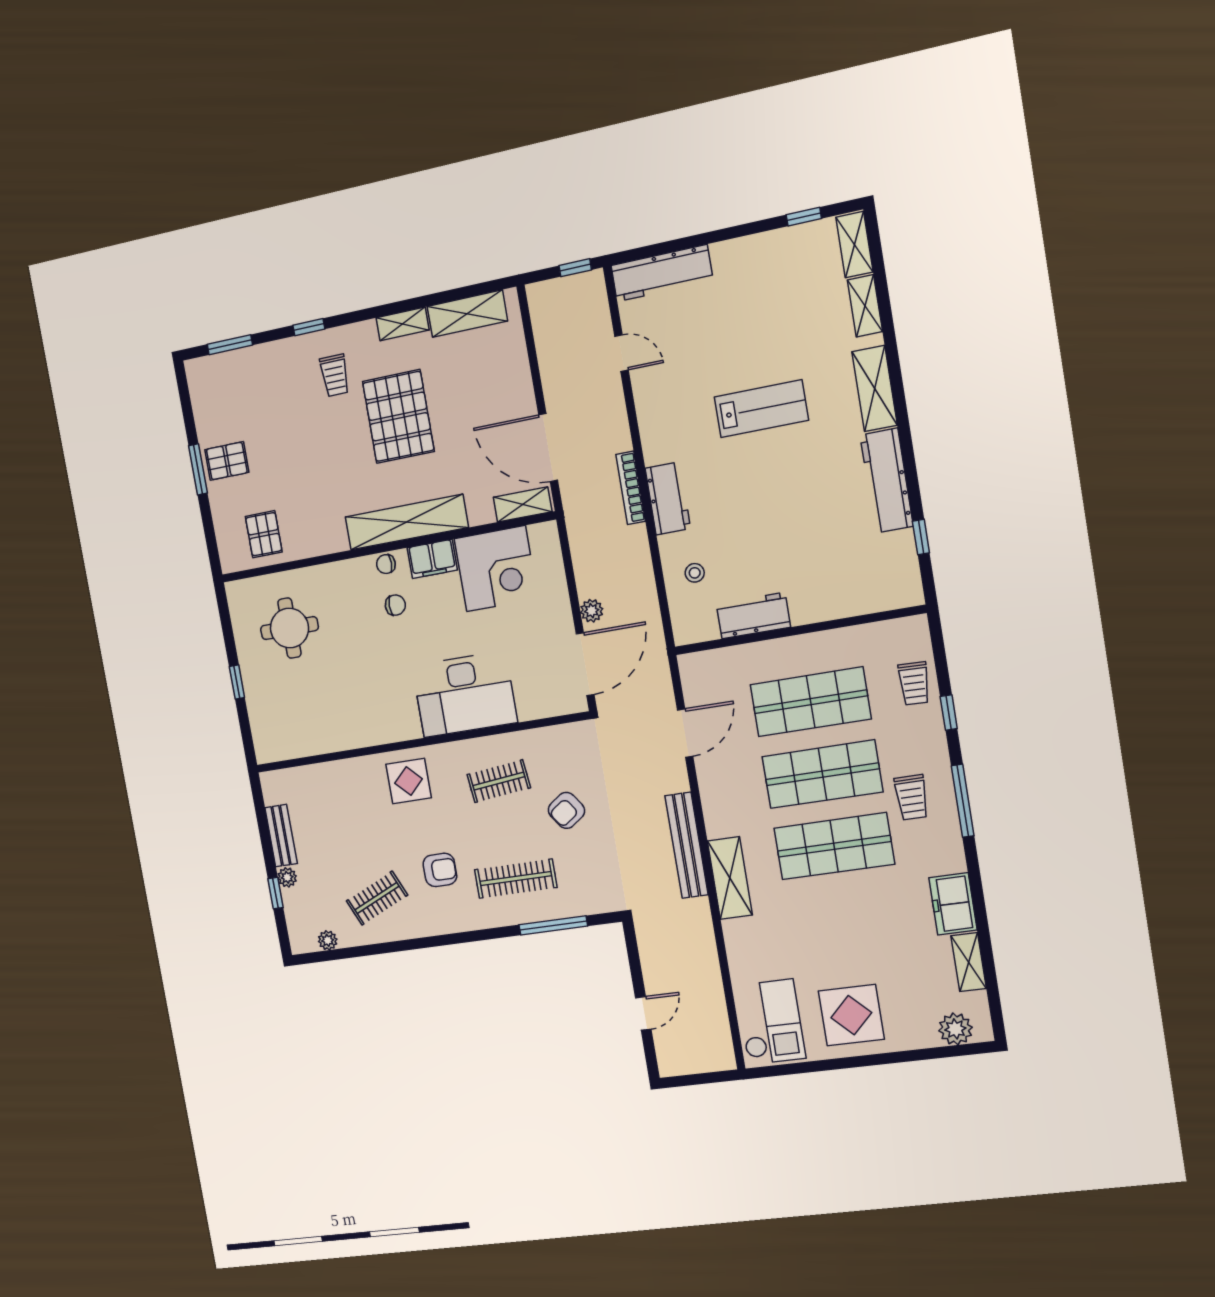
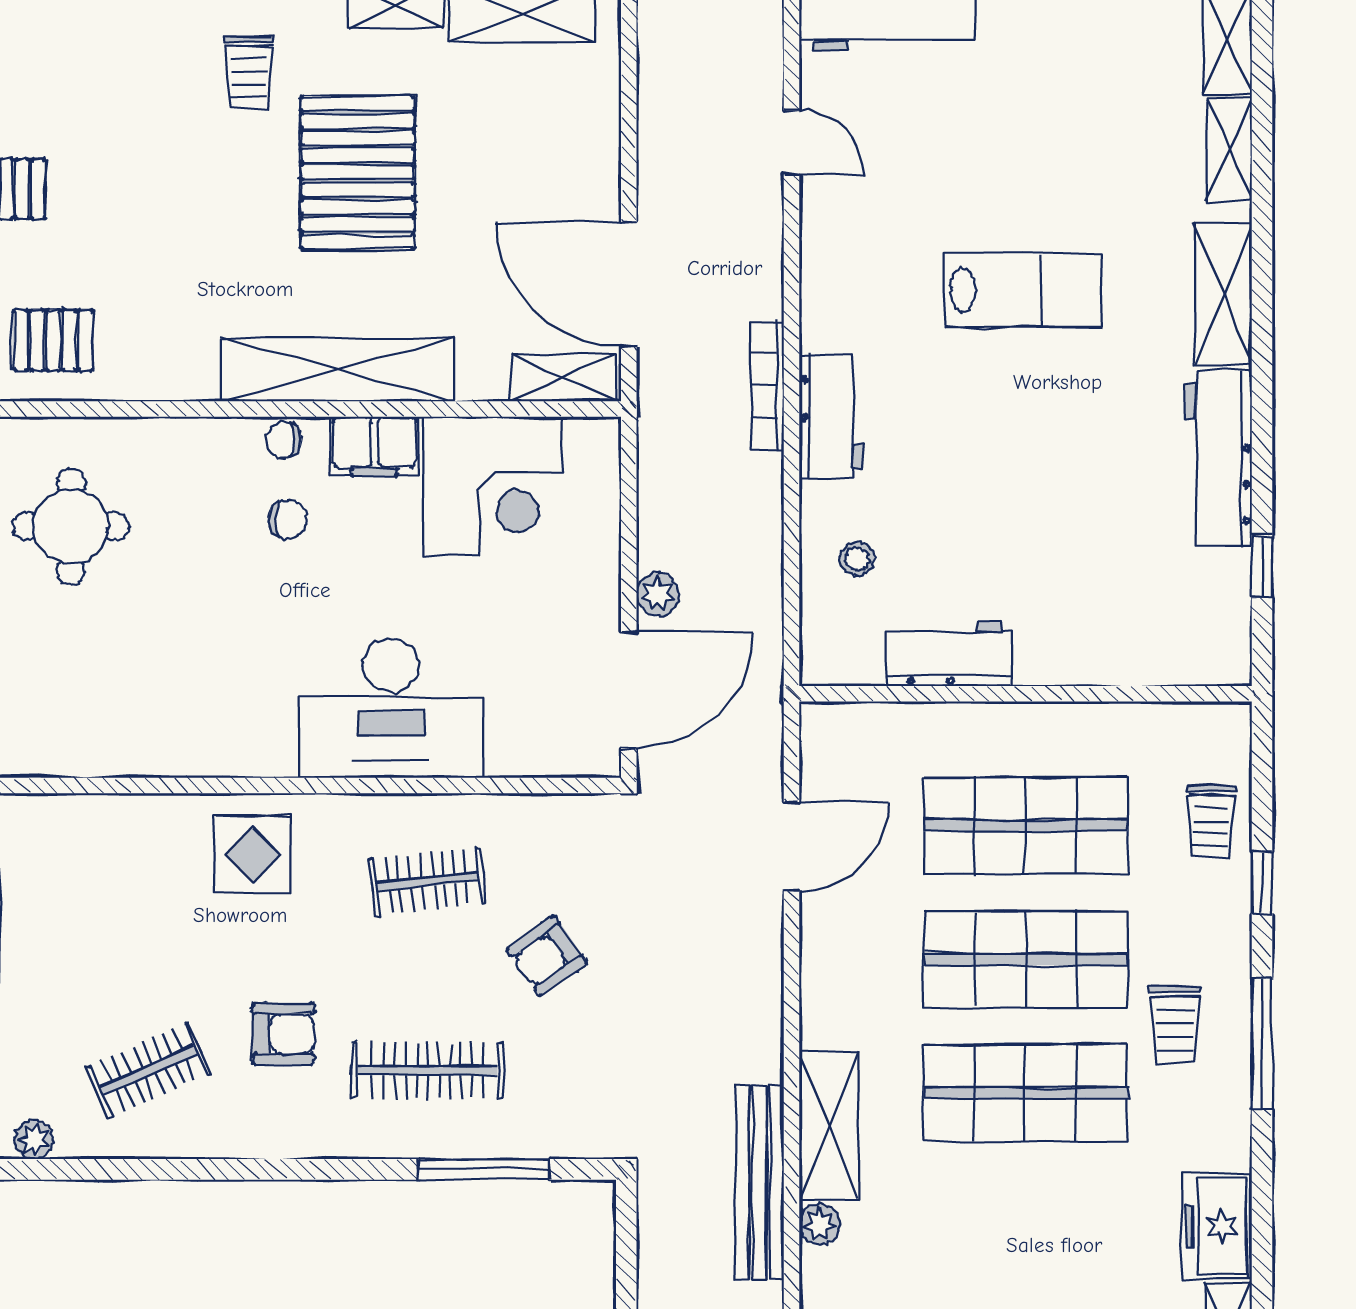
pallet: (264, 534) -> (53, 340), turned 90
bench: (687, 845) -> (760, 1182), moved
plant: (734, 931) -> (820, 1224), added

